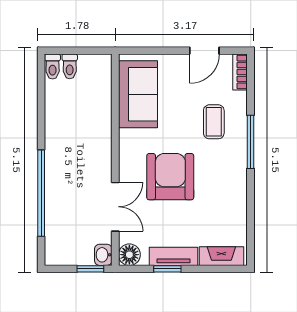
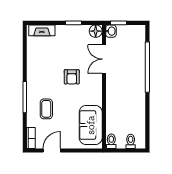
toilet: (53, 67) -> (111, 141), moved
armchair: (170, 177) -> (72, 77), width x0.53, depth x0.53
tv unit: (173, 256) -> (70, 30), removed

